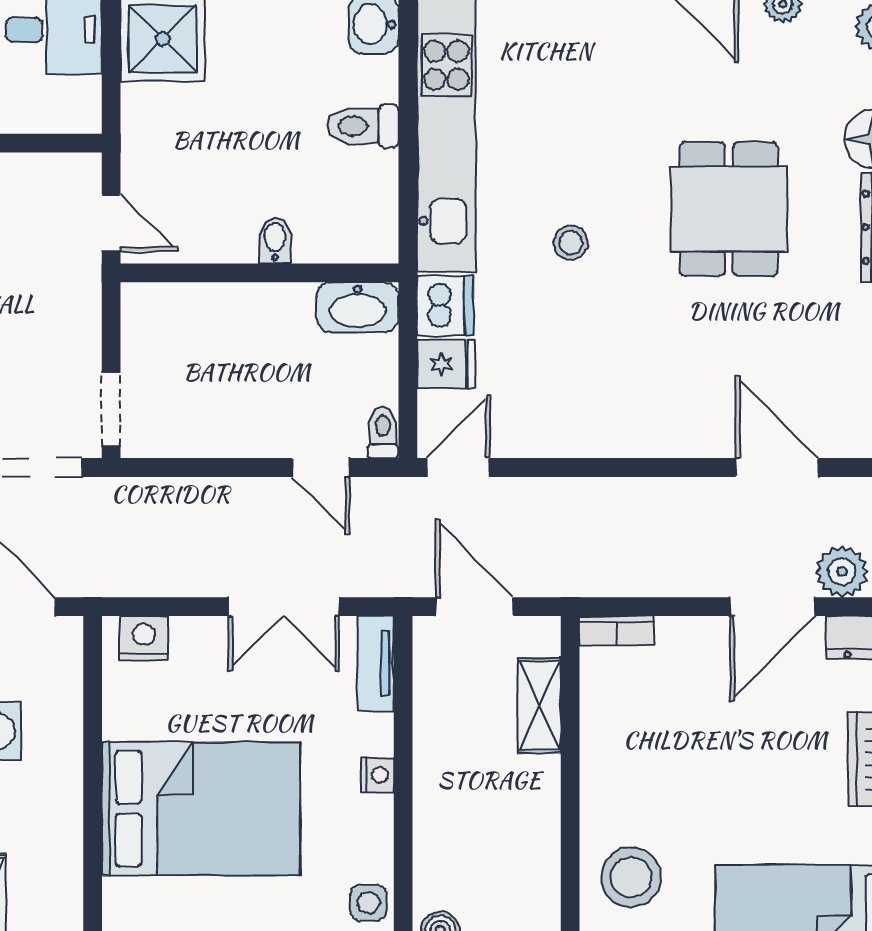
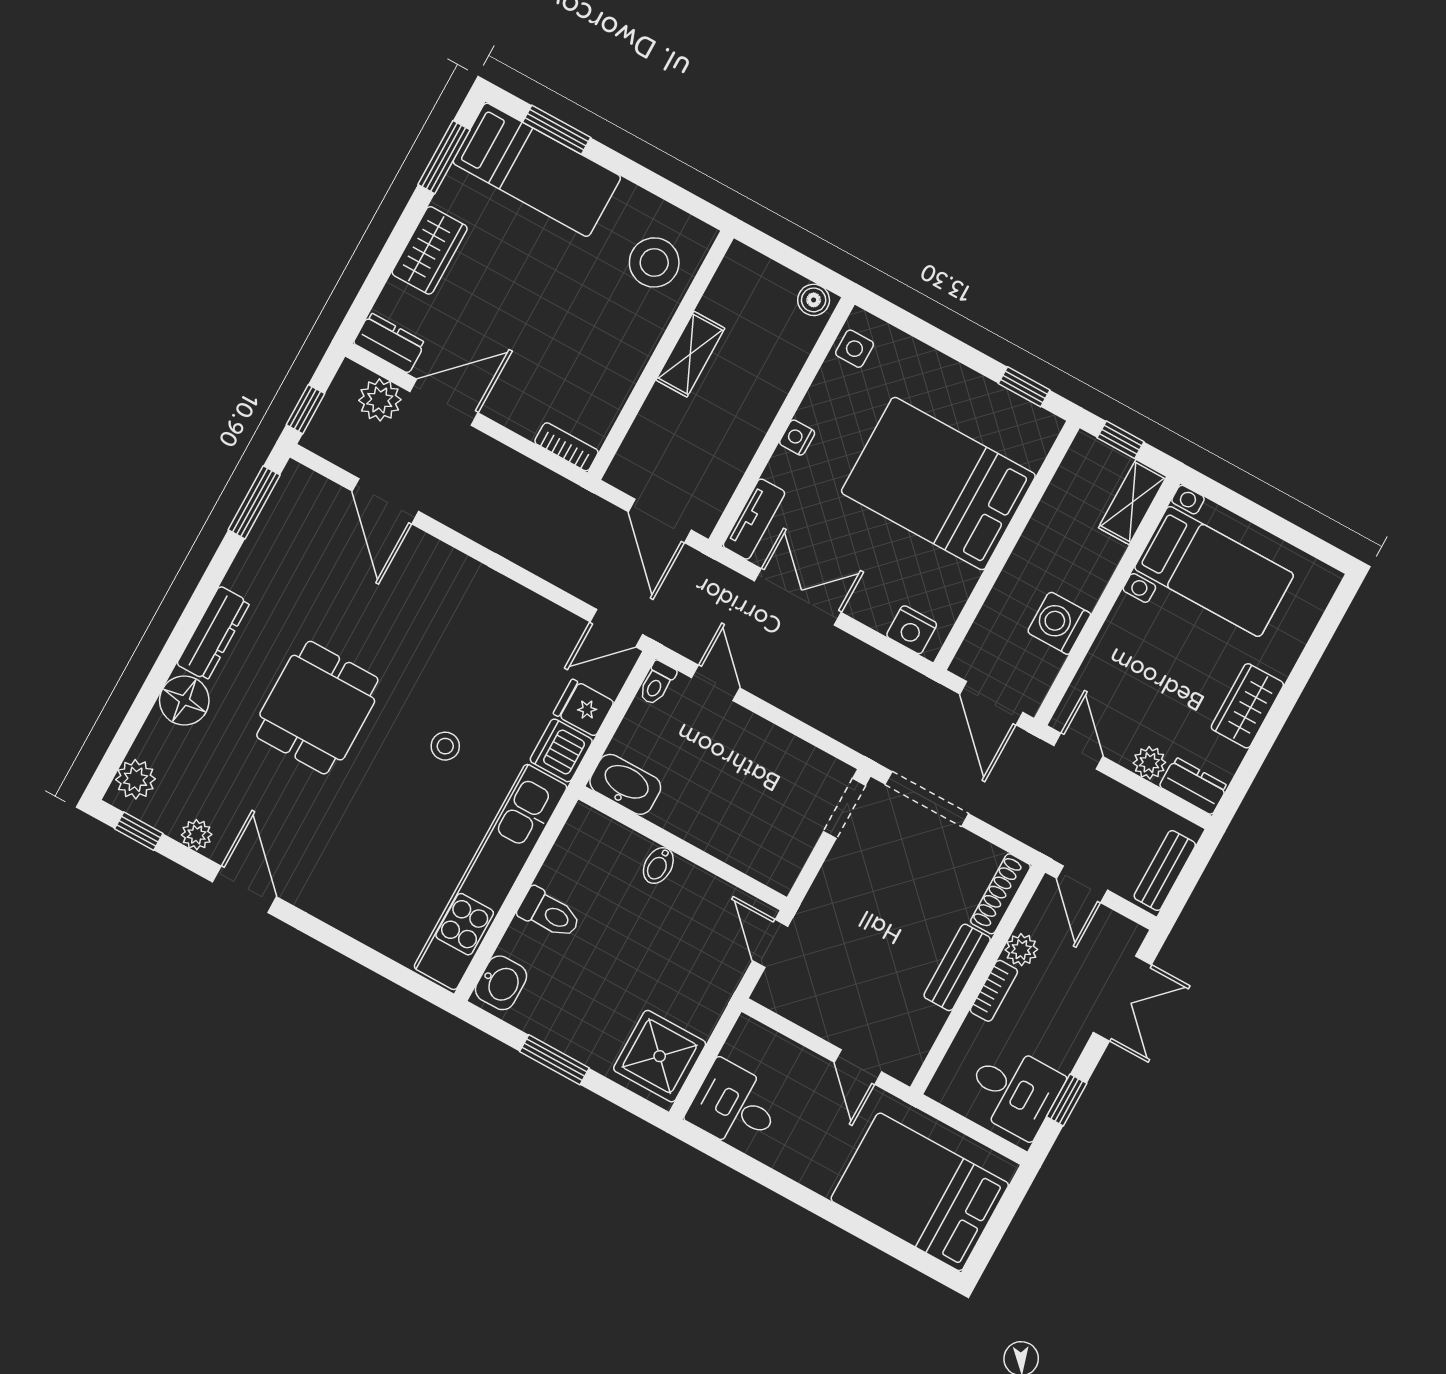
shelving: (539, 705) -> (690, 354), moved

